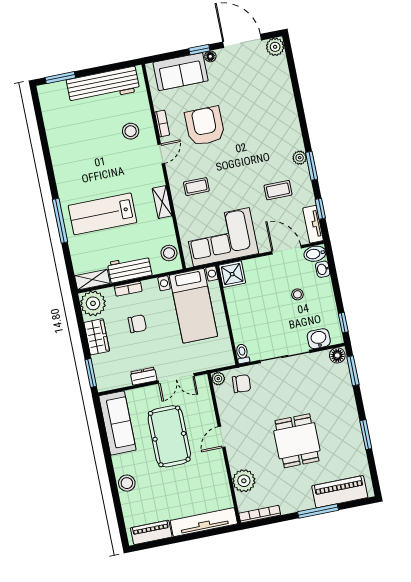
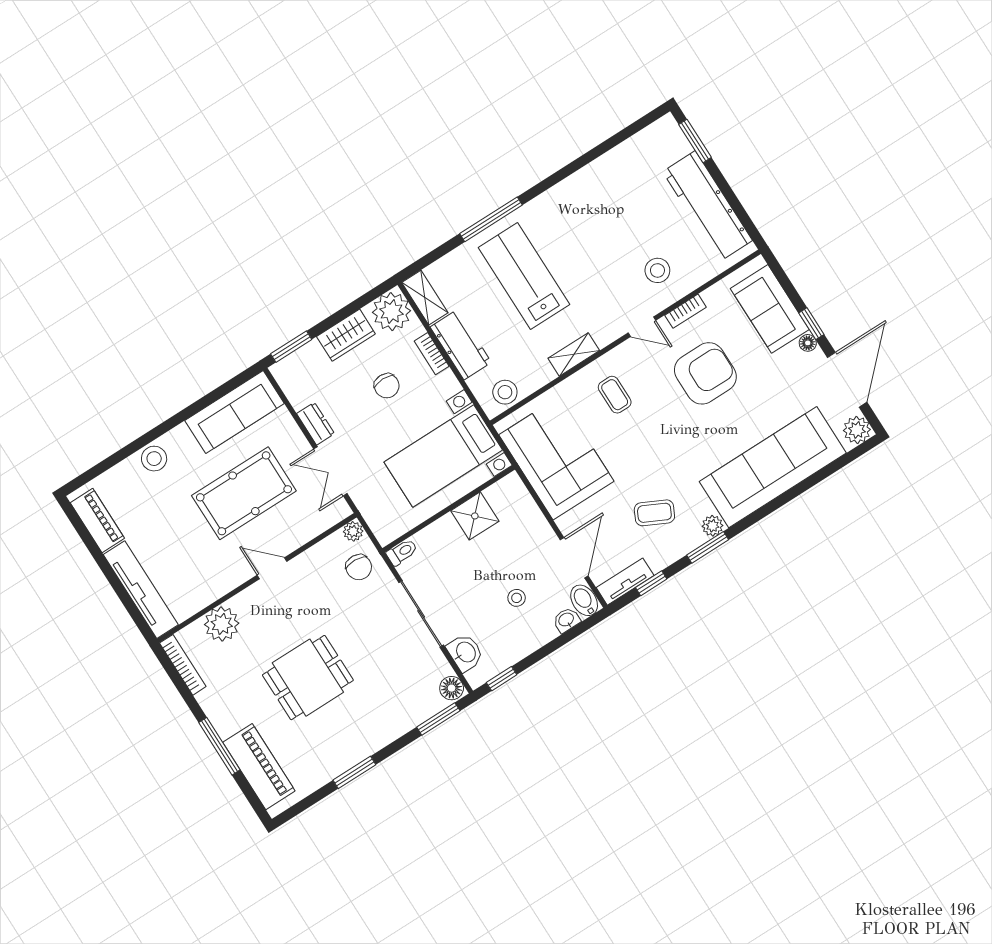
sofa: (278, 107) -> (773, 467), added
coffee table: (278, 190) -> (654, 513), turned -64
shower: (232, 274) -> (475, 516), moved

